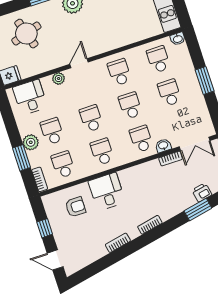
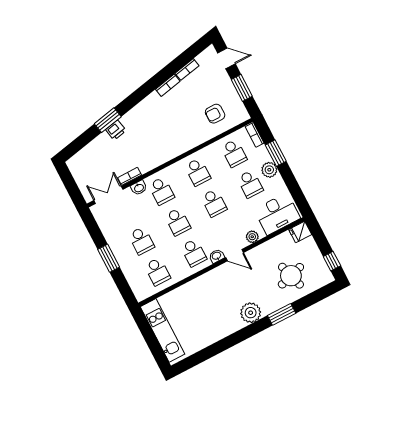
washbasin: (178, 39) -> (217, 256), moved
door: (79, 63) -> (235, 255), hinge flipped
desk: (30, 97) -> (277, 214), width x1.37
desk: (107, 192) -> (187, 134), removed
printer: (202, 192) -> (116, 130), moved
window: (198, 209) -> (108, 120), moved
bookcase: (150, 225) -> (187, 69), moved
window: (45, 228) -> (242, 88), width x1.50

